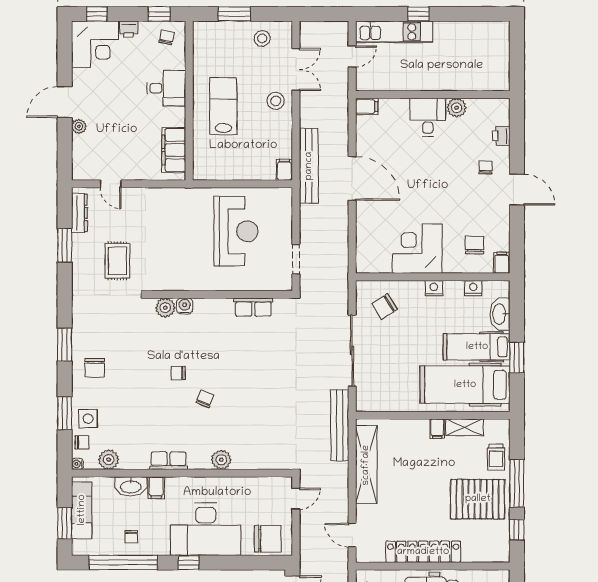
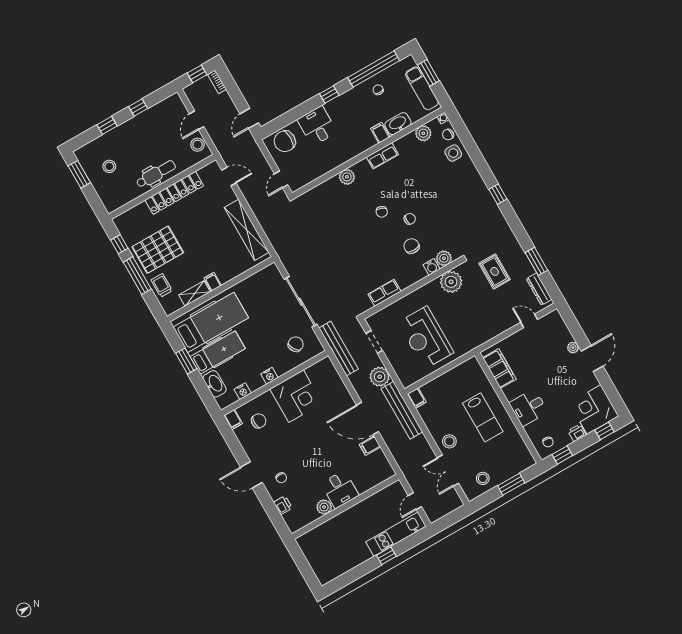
filing cabinet: (367, 106) -> (370, 446), moved
plant: (312, 217) -> (380, 377), added
chair: (474, 245) -> (259, 421), turned -90
plant: (172, 277) -> (451, 282), added
window: (65, 345) -> (498, 194), width x0.67
chair: (95, 368) -> (412, 246), moved
window: (65, 413) -> (471, 148), removed
bench: (340, 425) -> (339, 348), moved
desk: (206, 529) -> (317, 126), width x0.53, depth x0.77

